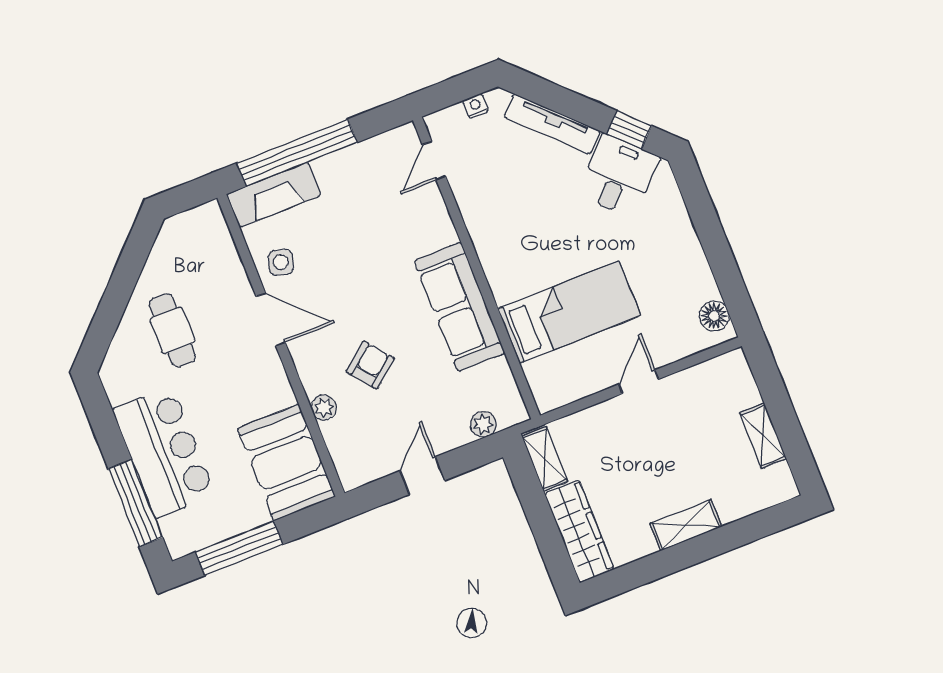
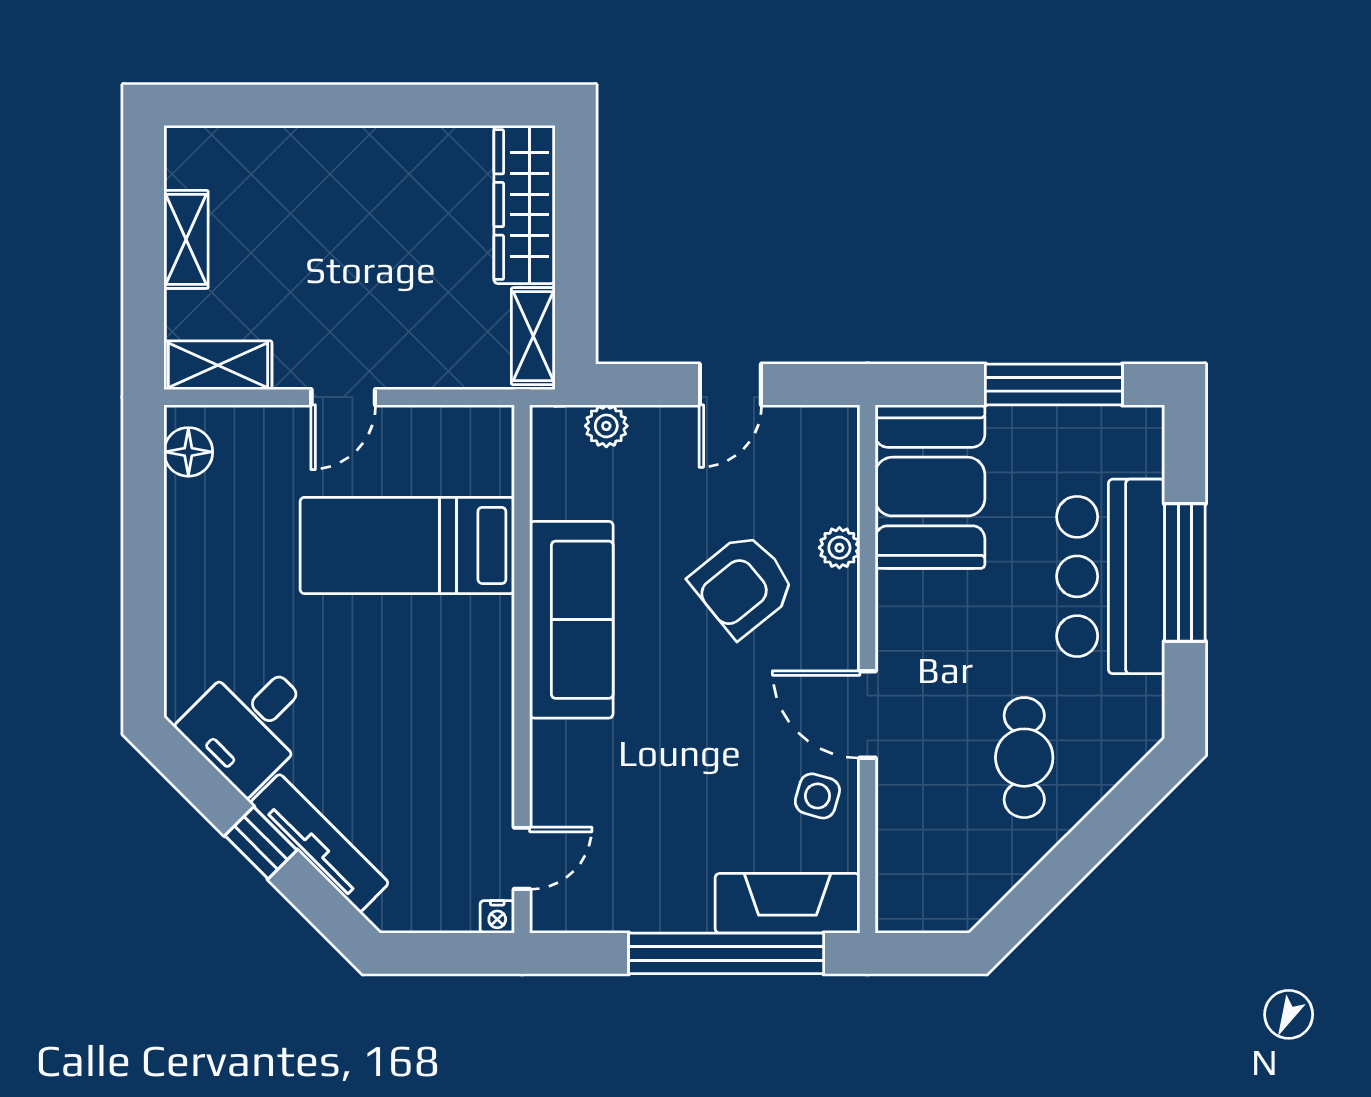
nightstand: (476, 106) -> (497, 917), moved
window: (629, 130) -> (261, 843), moved
armchair: (370, 365) -> (743, 585), width x1.38, depth x1.38
window: (135, 503) -> (1185, 572), moved
shelving: (686, 525) -> (218, 365), moved

